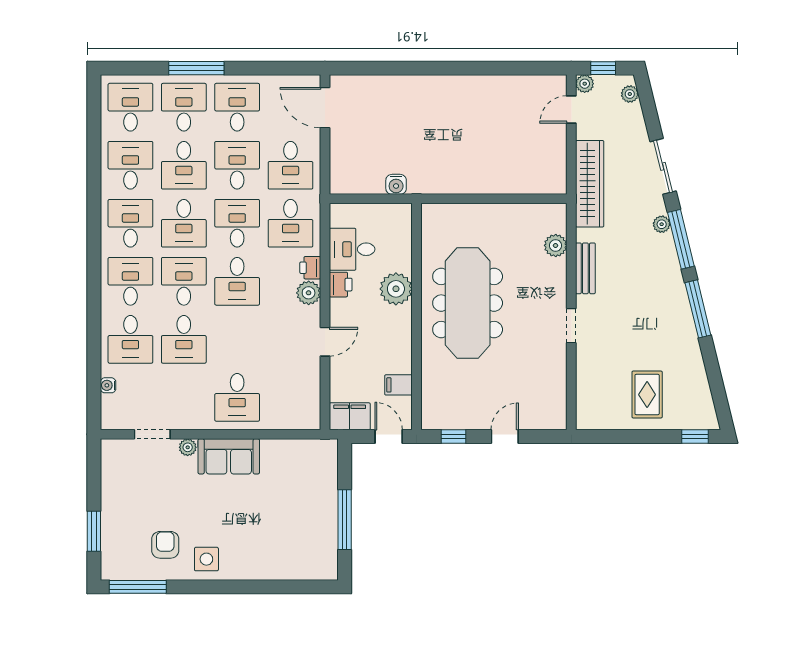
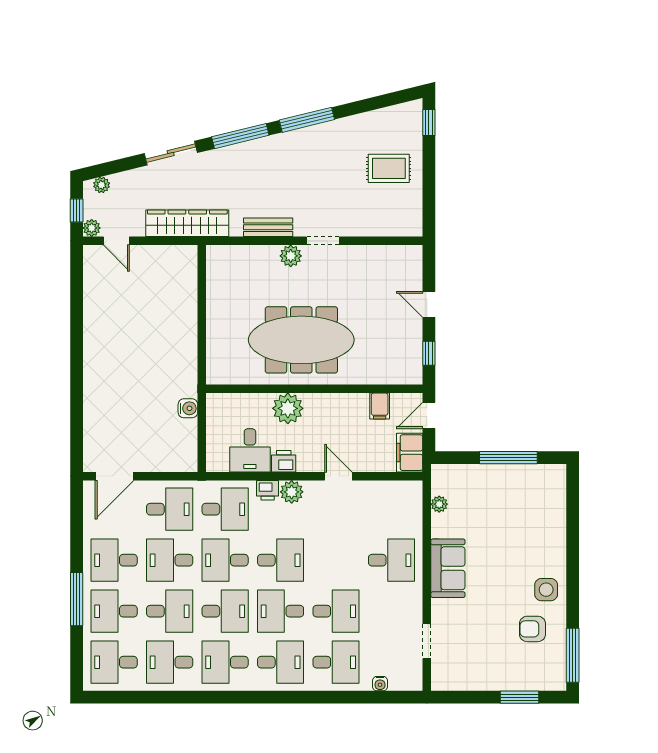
plant: (662, 224) -> (226, 154), removed
plant: (556, 245) -> (291, 256), moved
desk: (130, 281) -> (281, 662), turned 180
plant: (188, 447) -> (439, 504), moved

